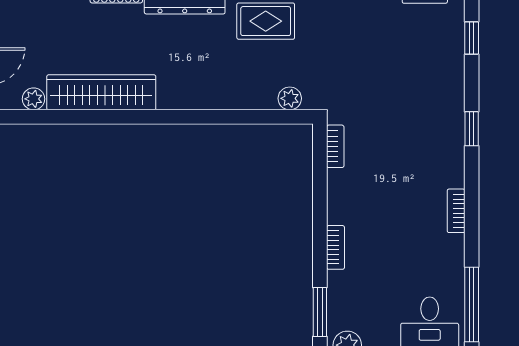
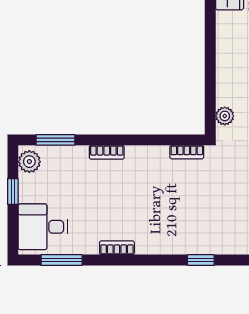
bookcase: (456, 211) -> (117, 248), moved
window: (472, 304) -> (62, 260), width x0.69

